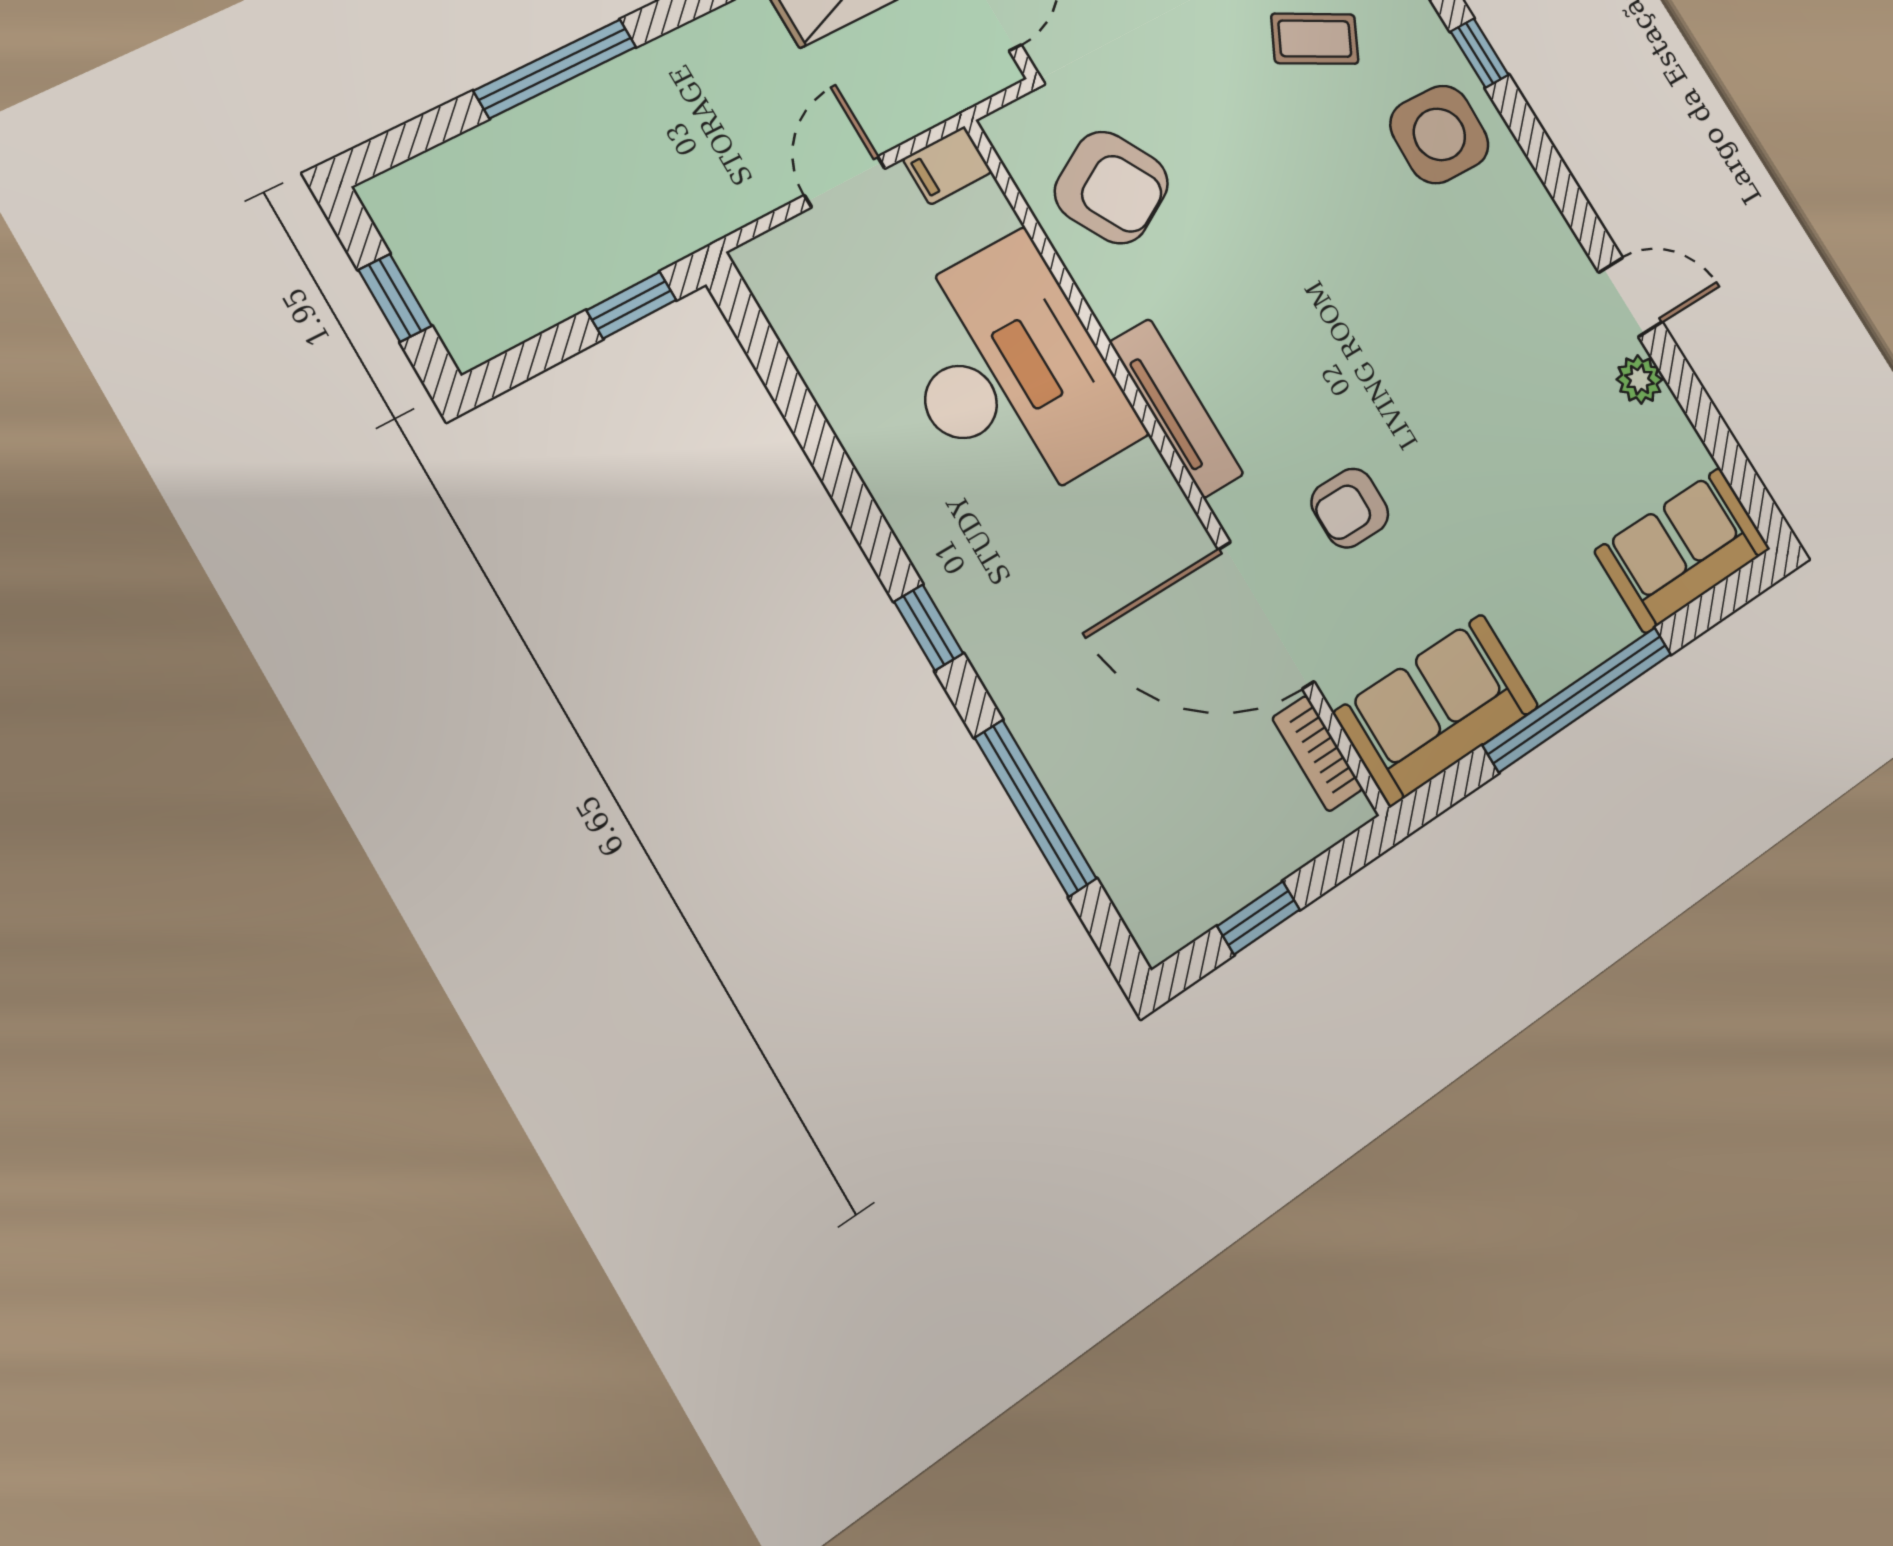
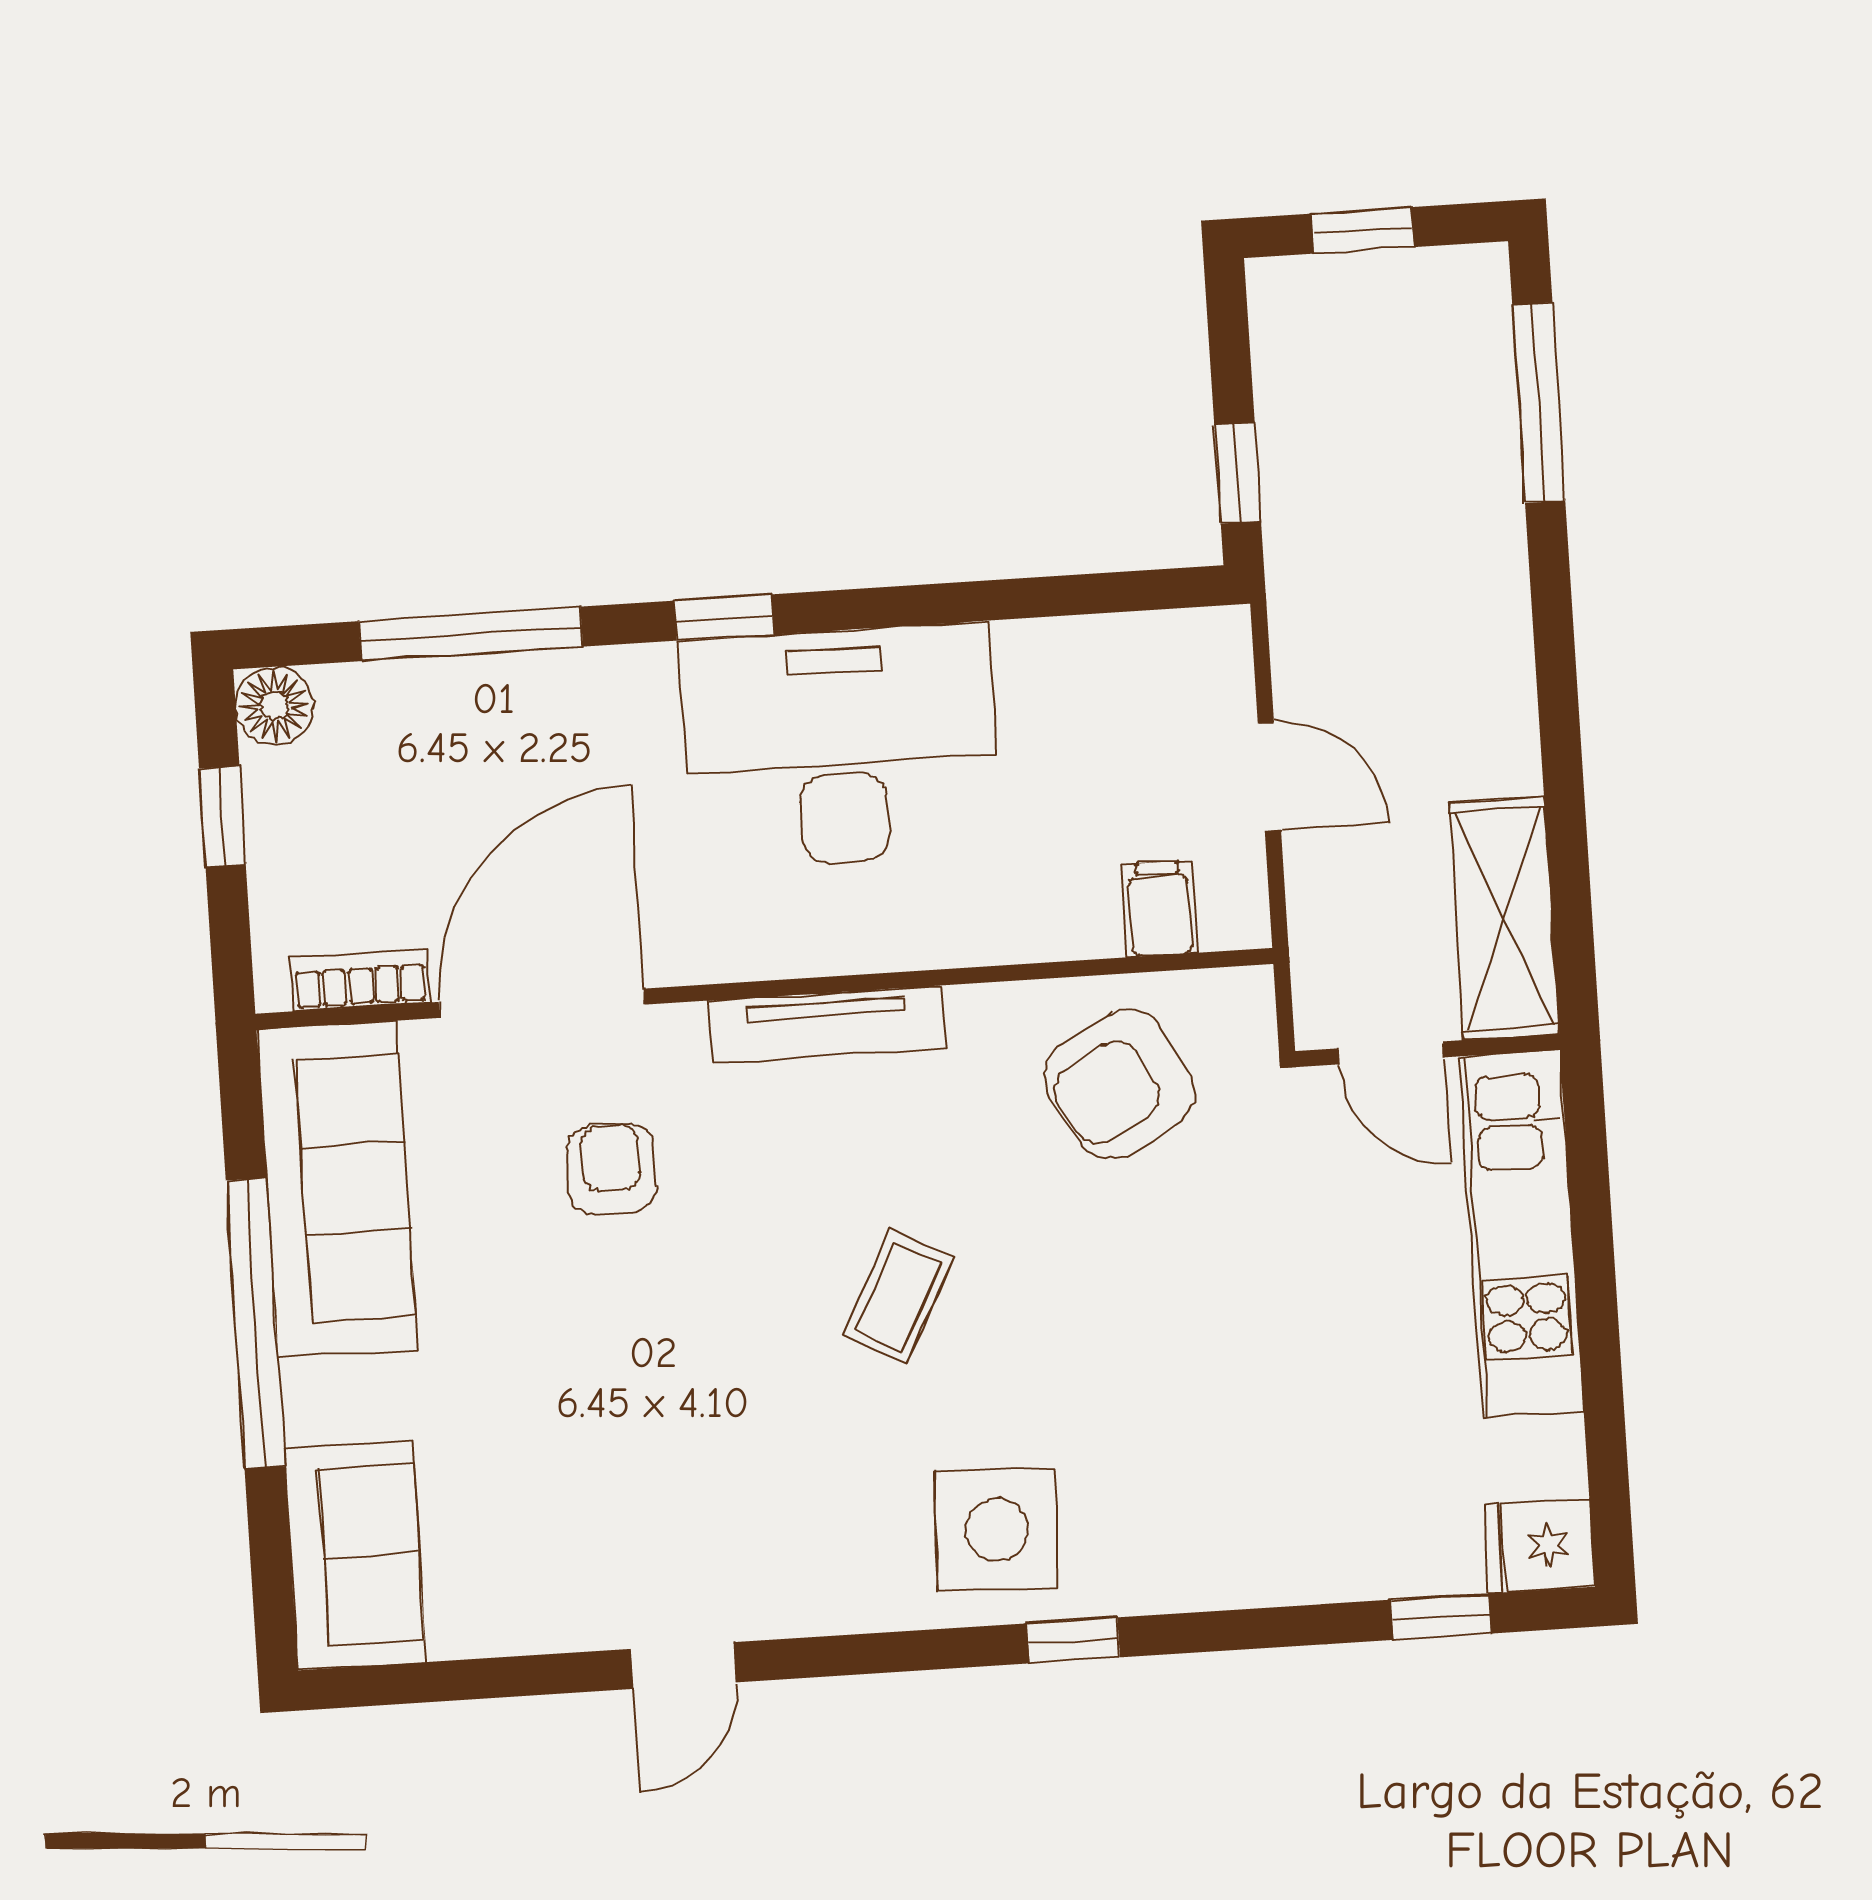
coffee table: (1315, 39) -> (898, 1297), moved
window: (555, 69) -> (1539, 403), moved
filing cabinet: (947, 165) -> (1160, 909), moved
desk: (1010, 374) -> (840, 746), moved, turned 180
plant: (1639, 379) -> (580, 1619), removed
sofa: (1437, 709) -> (337, 1189), width x1.36
floor lamp: (1161, 925) -> (275, 706), added

